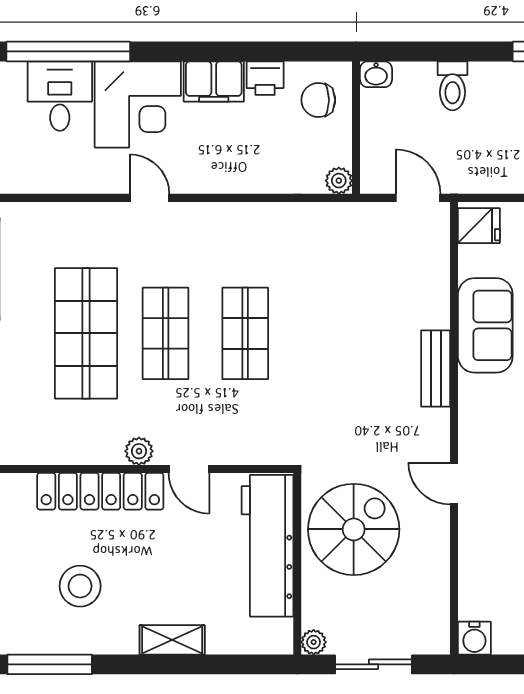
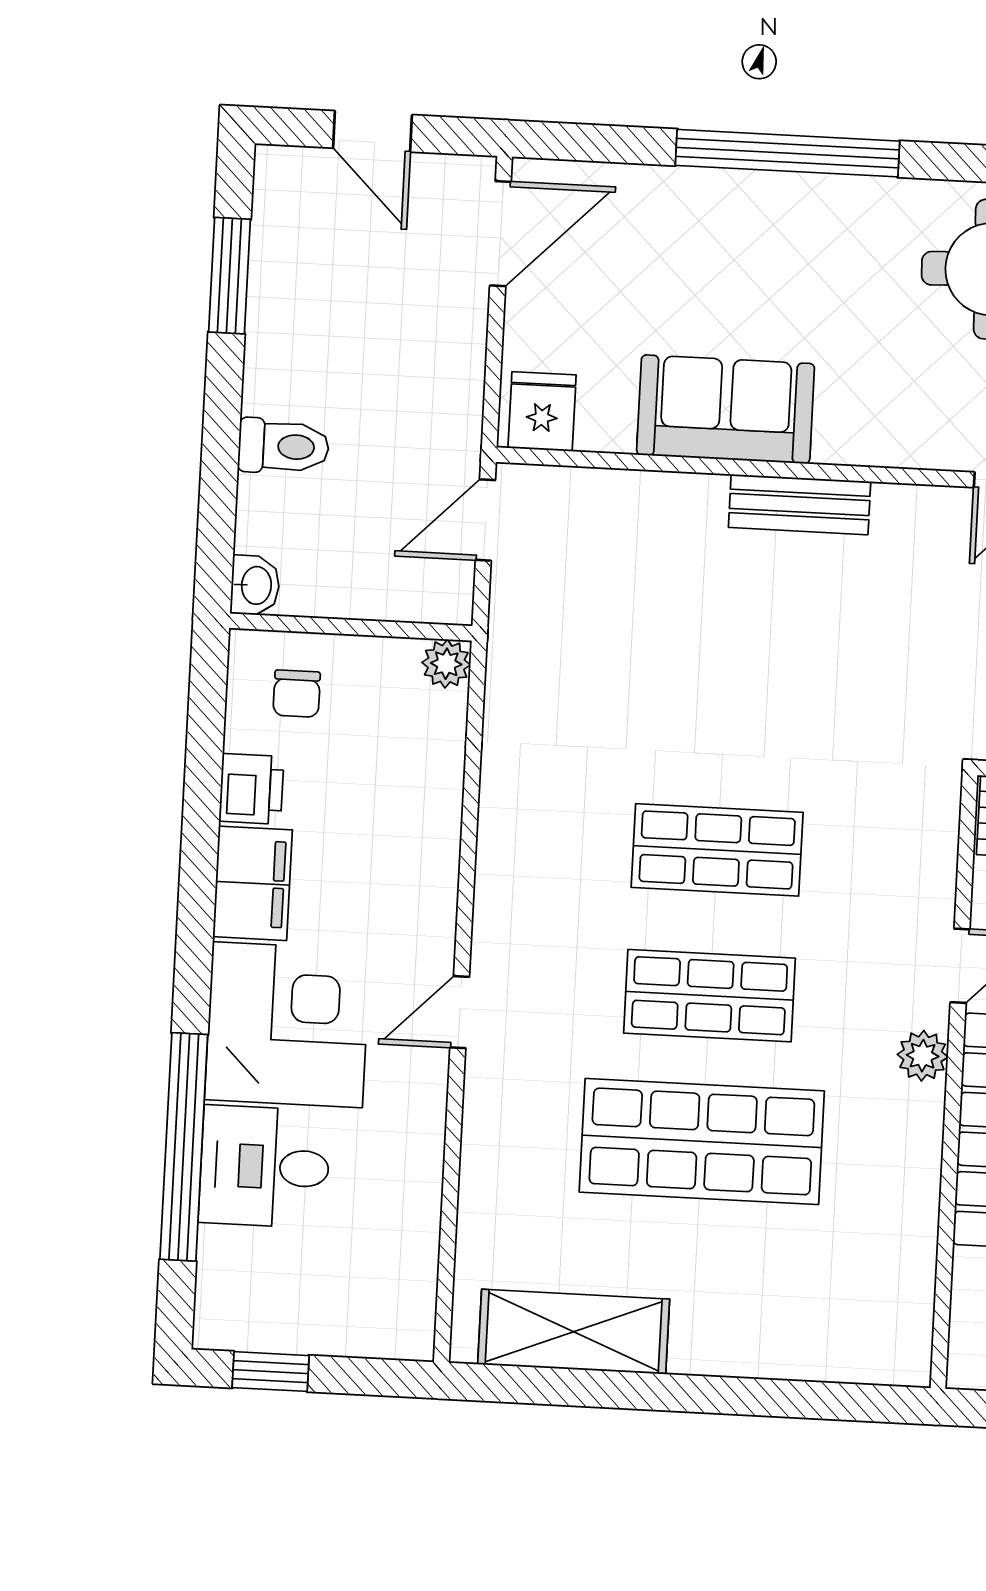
chair: (318, 100) -> (297, 694), width x0.73, depth x0.73

